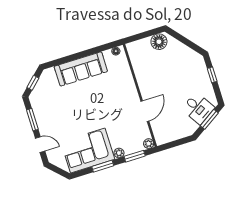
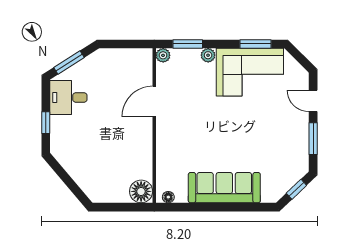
floor lamp: (159, 42) -> (141, 191), moved
desk: (198, 108) -> (68, 97), moved, turned -57
window: (103, 166) -> (256, 44), moved

